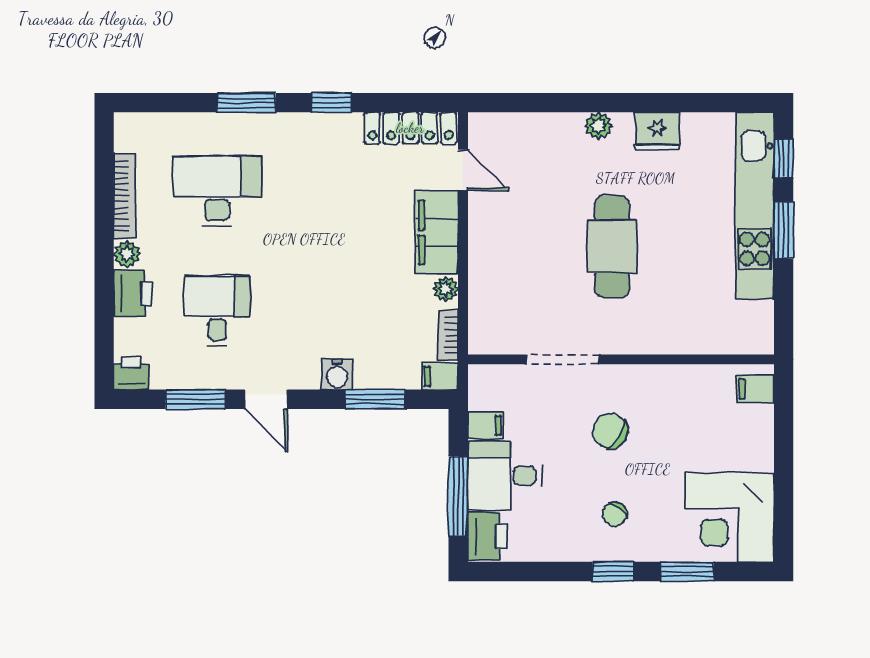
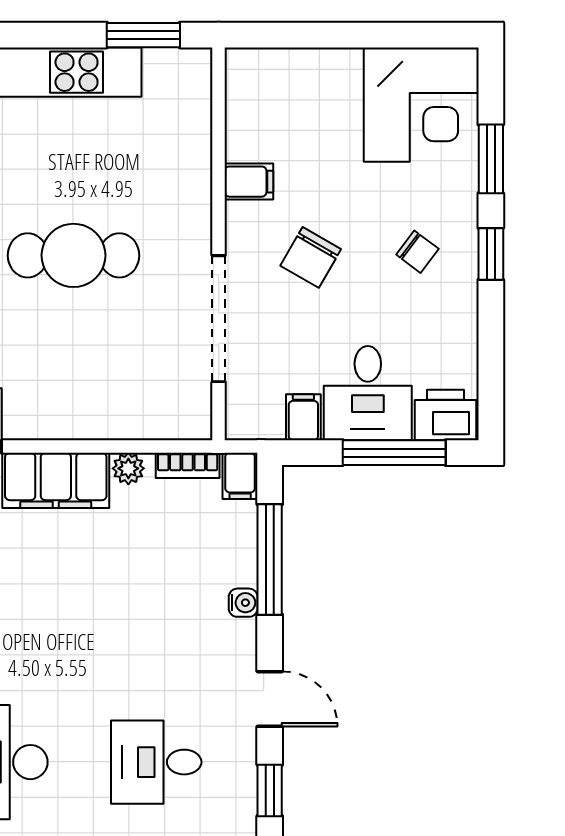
window: (784, 230) -> (143, 35), moved
doorway: (563, 359) -> (219, 319), width x1.36
water cooler: (337, 374) -> (243, 603), width x0.72, depth x0.72
filing cabinet: (755, 389) -> (249, 182), moved, turned -90
window: (195, 399) -> (270, 790), width x0.67
door: (266, 399) -> (270, 699), hinge flipped
window: (375, 399) -> (270, 559), width x1.44

